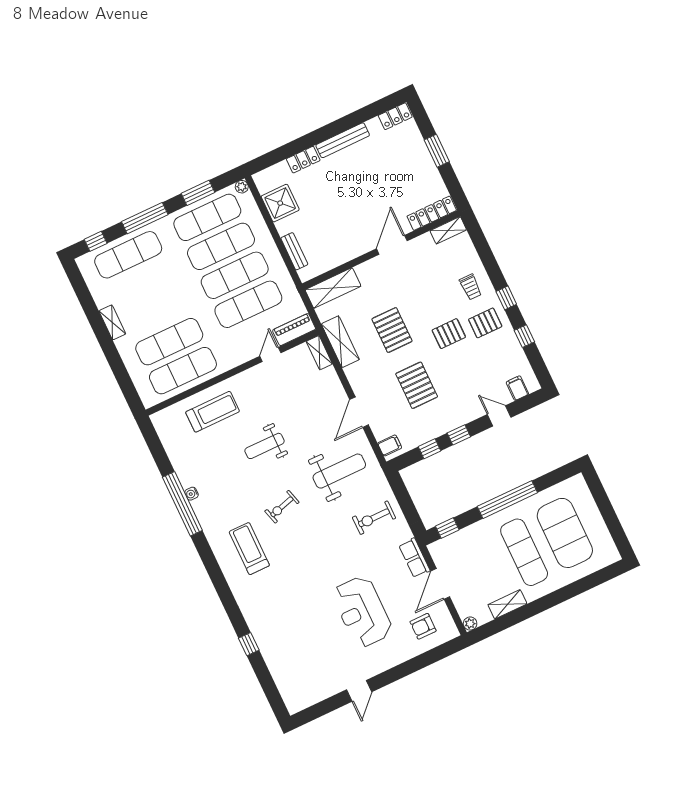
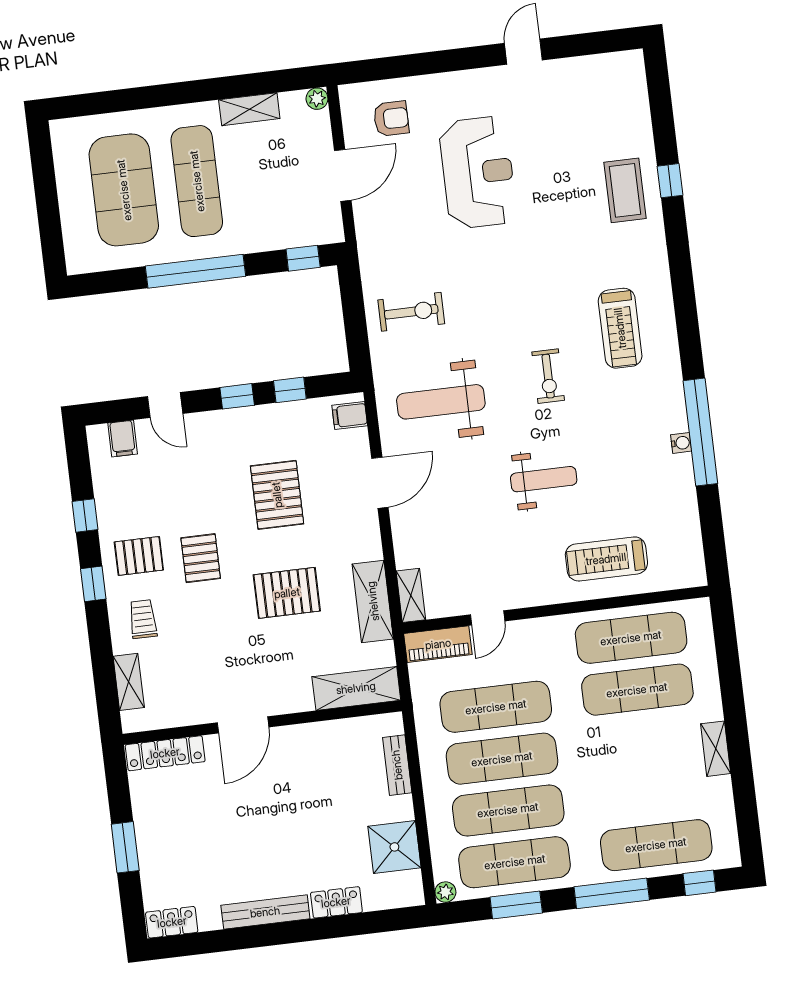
shelving: (448, 230) -> (129, 682), moved, turned 90
pallet: (392, 330) -> (287, 593), turned 90
pallet: (449, 334) -> (201, 558), turned 90
exercise bike: (282, 507) -> (548, 376), turned 106
row of seats: (414, 558) -> (369, 229), removed
coffee table: (273, 630) -> (625, 190), added

